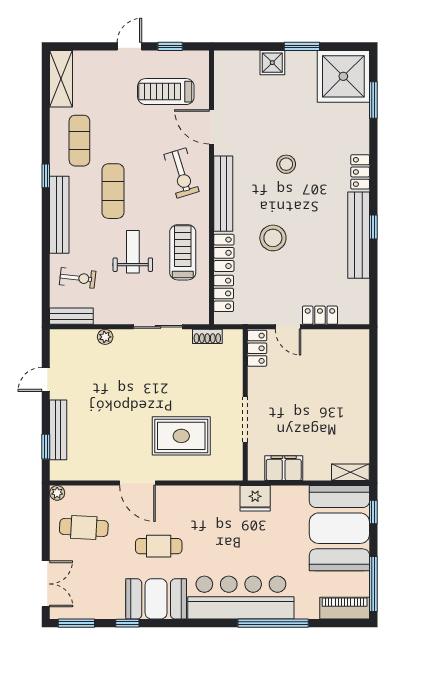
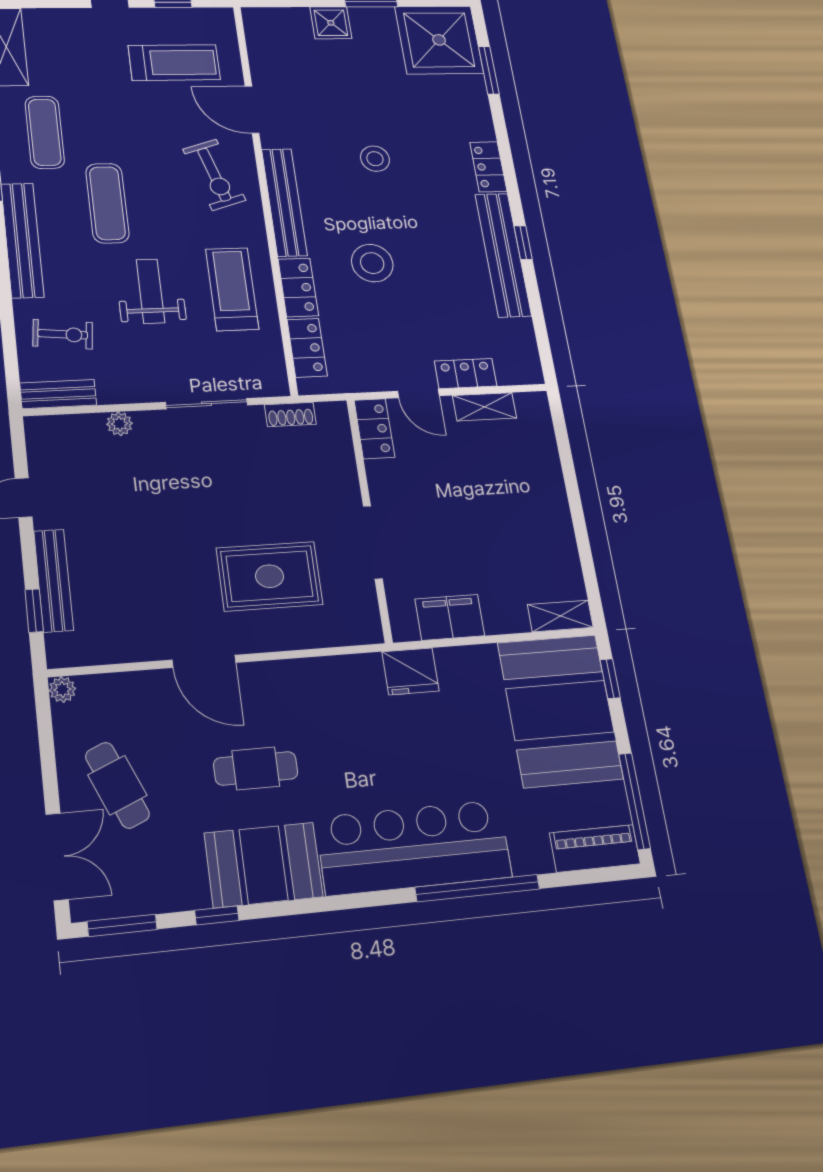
treadmill: (166, 92) -> (174, 63), turned 180
shelving: (328, 338) -> (485, 407), added
cafe table: (84, 528) -> (117, 785), moved, turned 64

